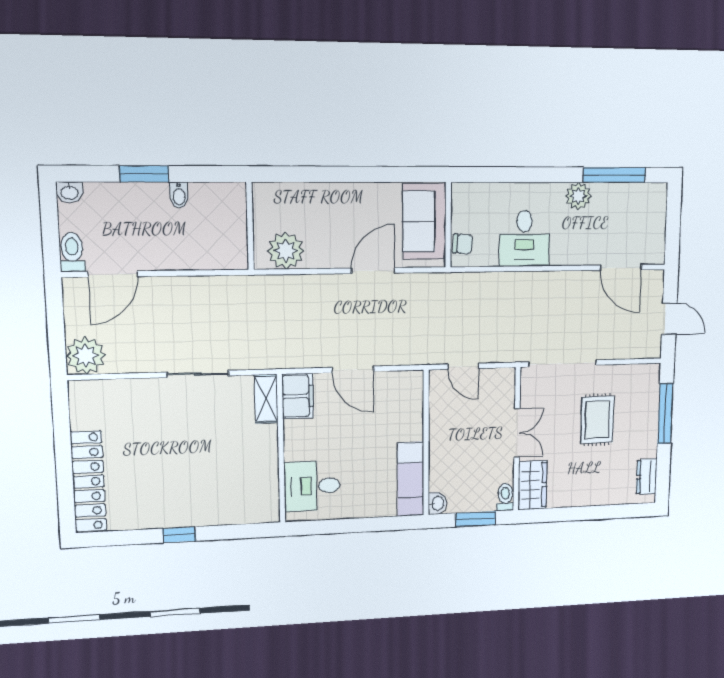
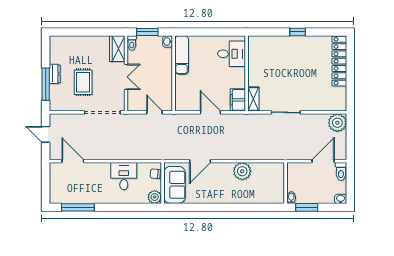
plant: (578, 196) -> (155, 197), moved
wall: (250, 226) -> (286, 183), moved
double door: (517, 433) -> (126, 77), swing flipped
dresser: (647, 477) -> (55, 74), moved

